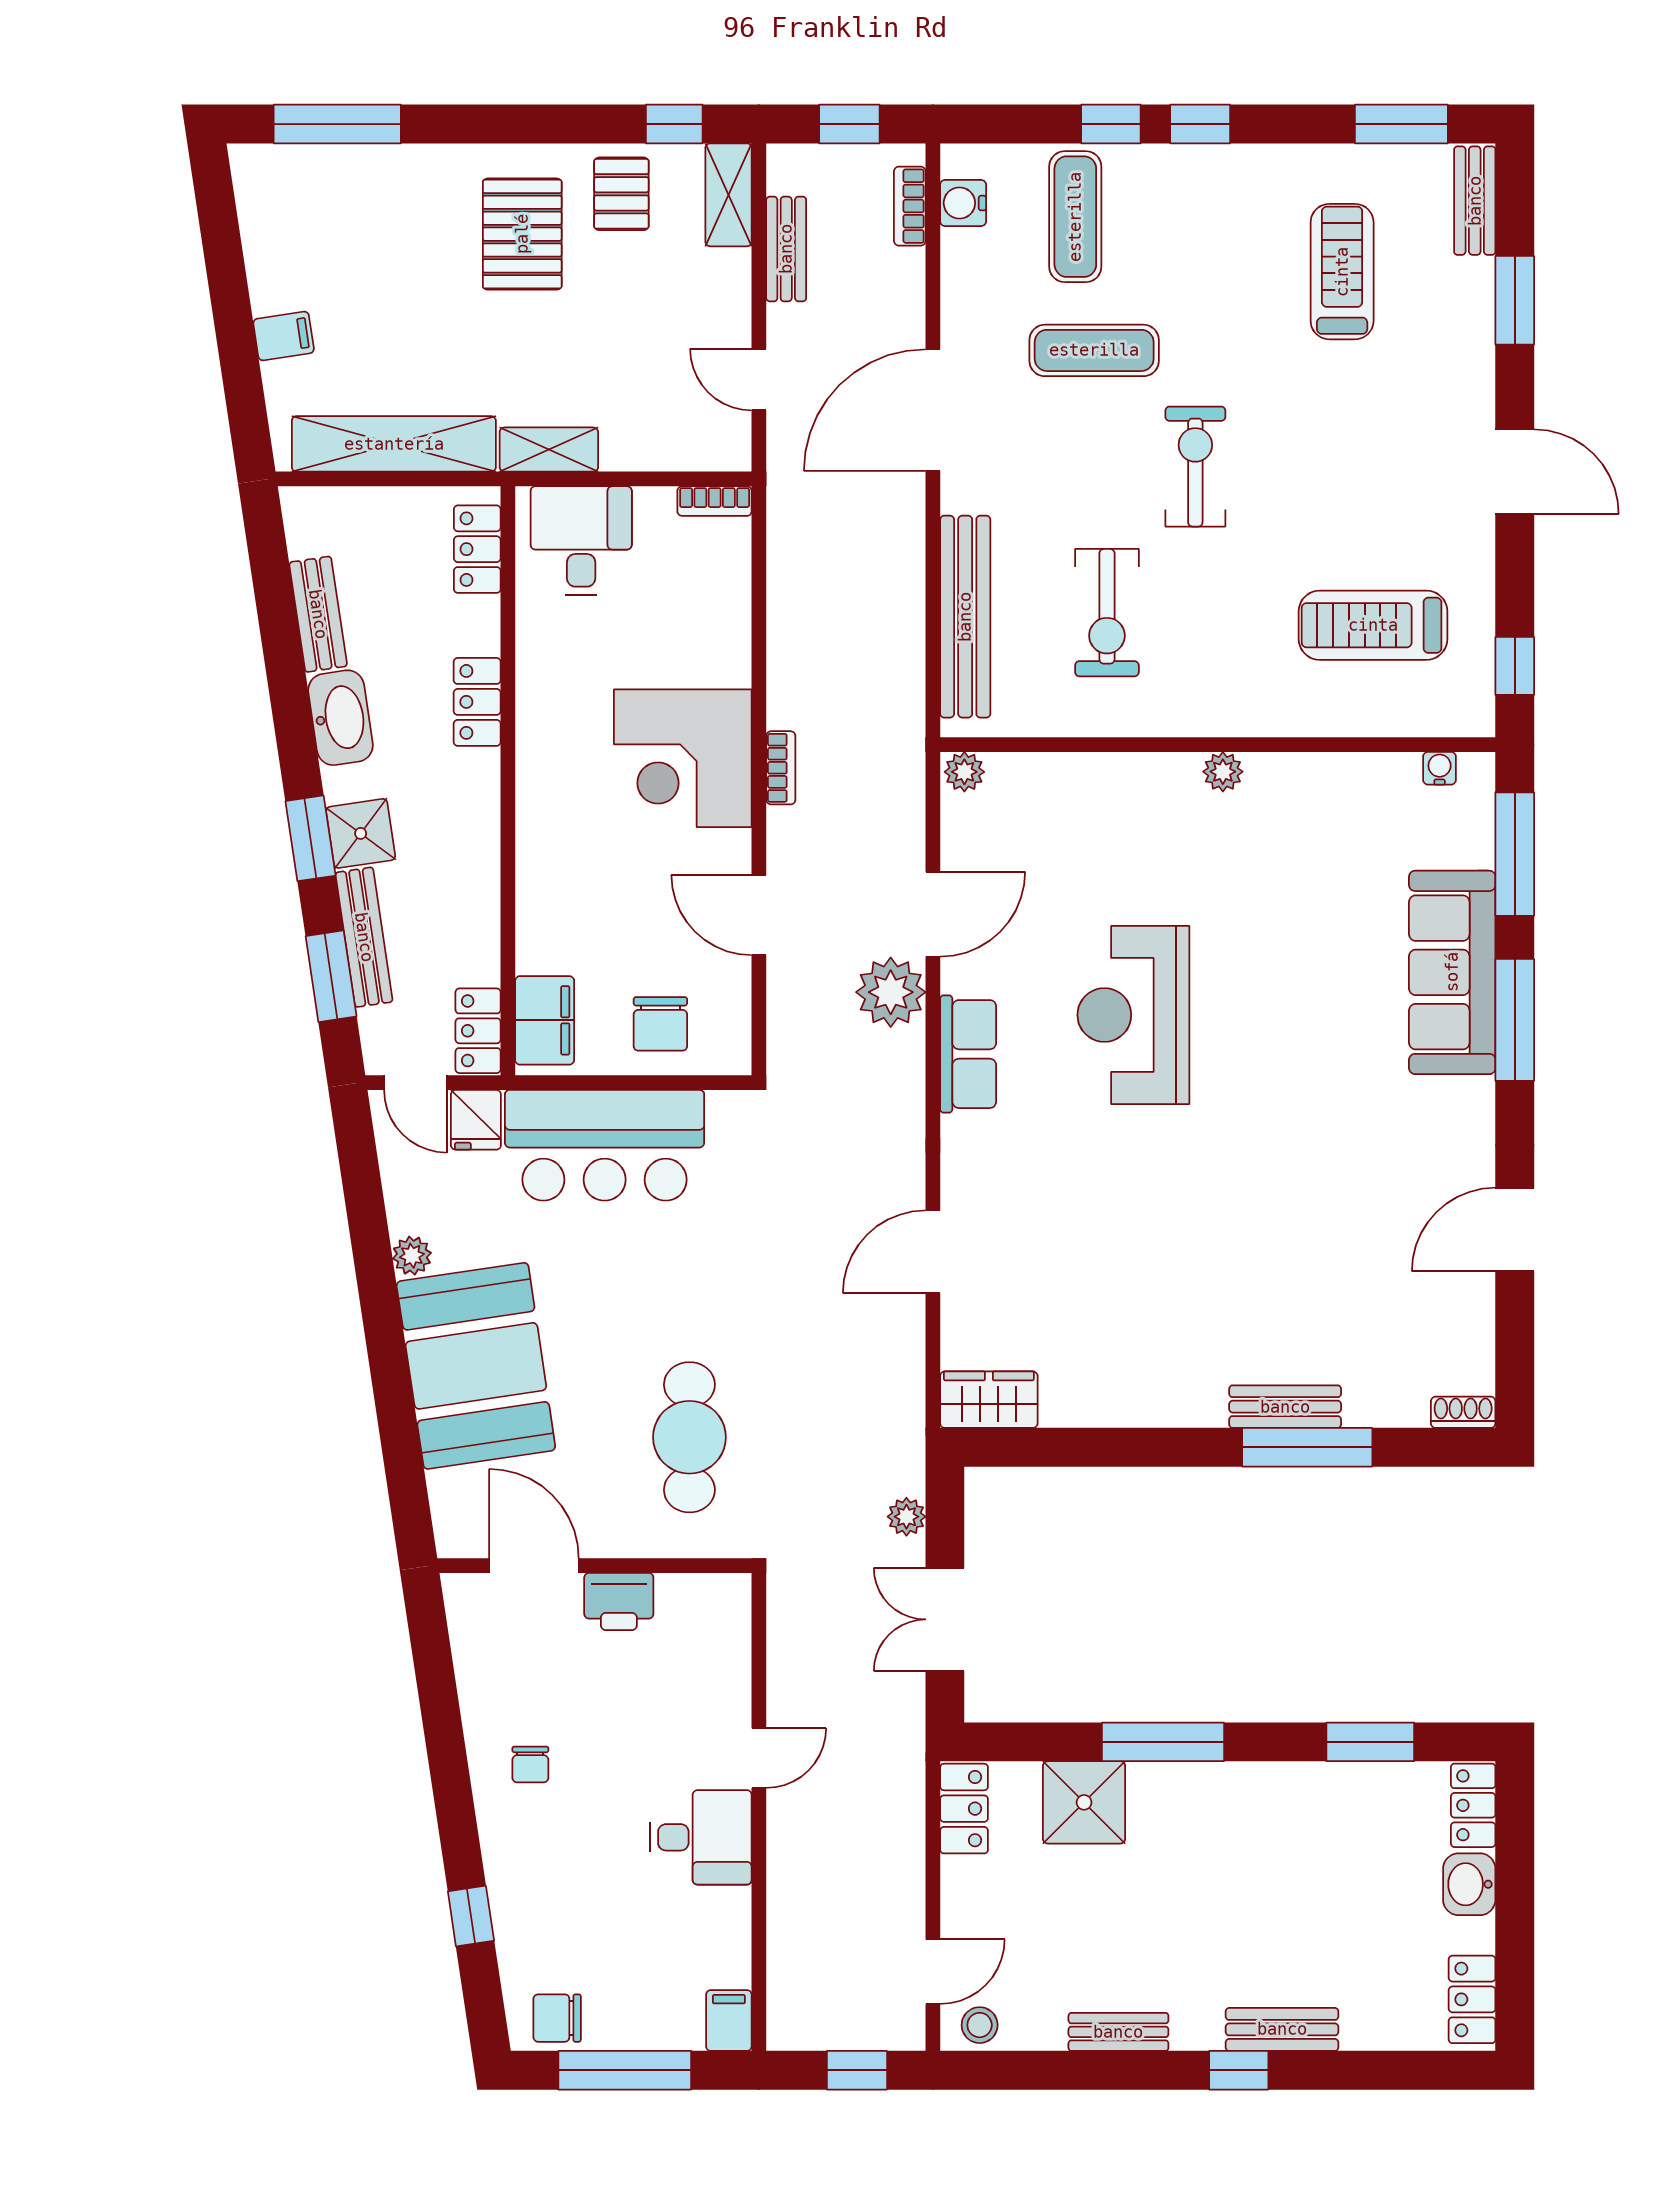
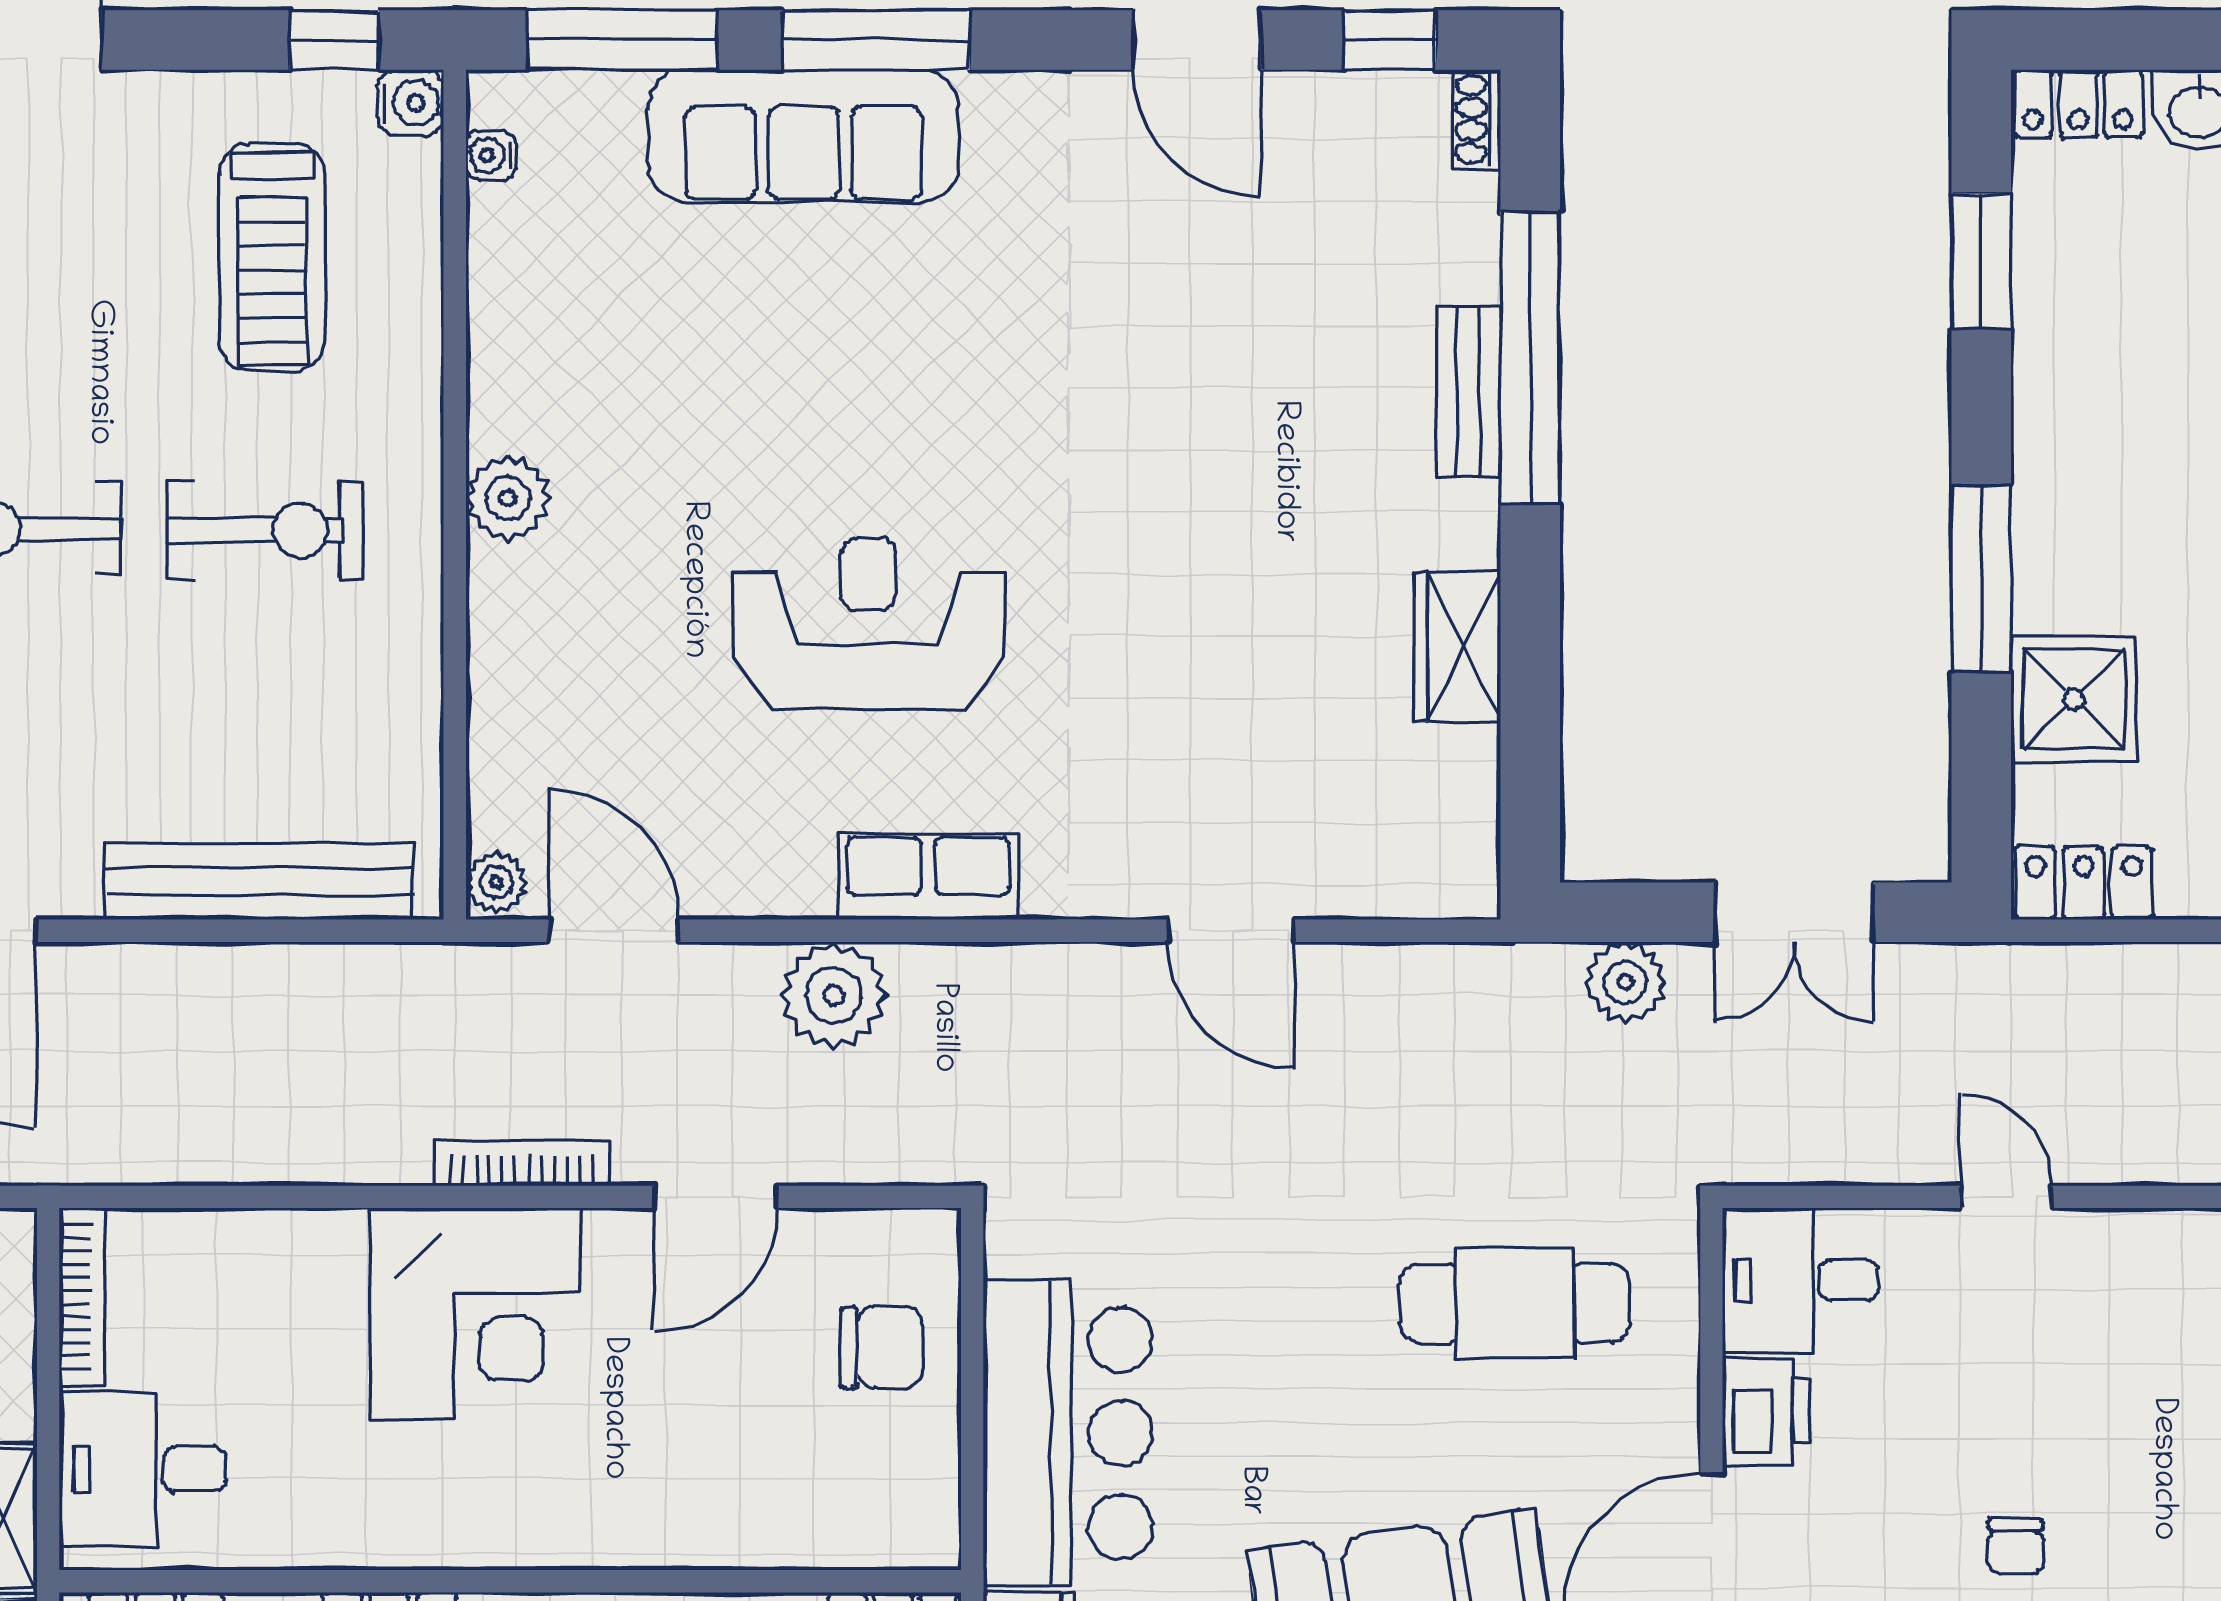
bookcase: (715, 501) -> (82, 1297), width x1.56
exercise bike: (1107, 613) -> (265, 530), moved
water cooler: (1474, 716) -> (411, 103), added
bookcase: (781, 768) -> (522, 1163), width x1.56
plant: (1223, 772) -> (508, 498), width x1.38, depth x1.38
door: (933, 914) -> (614, 931), moved
reception desk: (1133, 1015) -> (869, 624), turned 180
filing cabinet: (545, 1020) -> (877, 1525), removed
window: (1515, 1356) -> (1390, 40), added
wardrobe: (989, 1400) -> (1457, 646), moved
window: (1307, 1447) -> (1530, 358), width x1.46
plant: (906, 1517) -> (1626, 982), width x1.38, depth x1.38
chair: (530, 1764) -> (2016, 1547), turned 90
desk: (701, 1837) -> (1800, 1280), moved, turned -90

